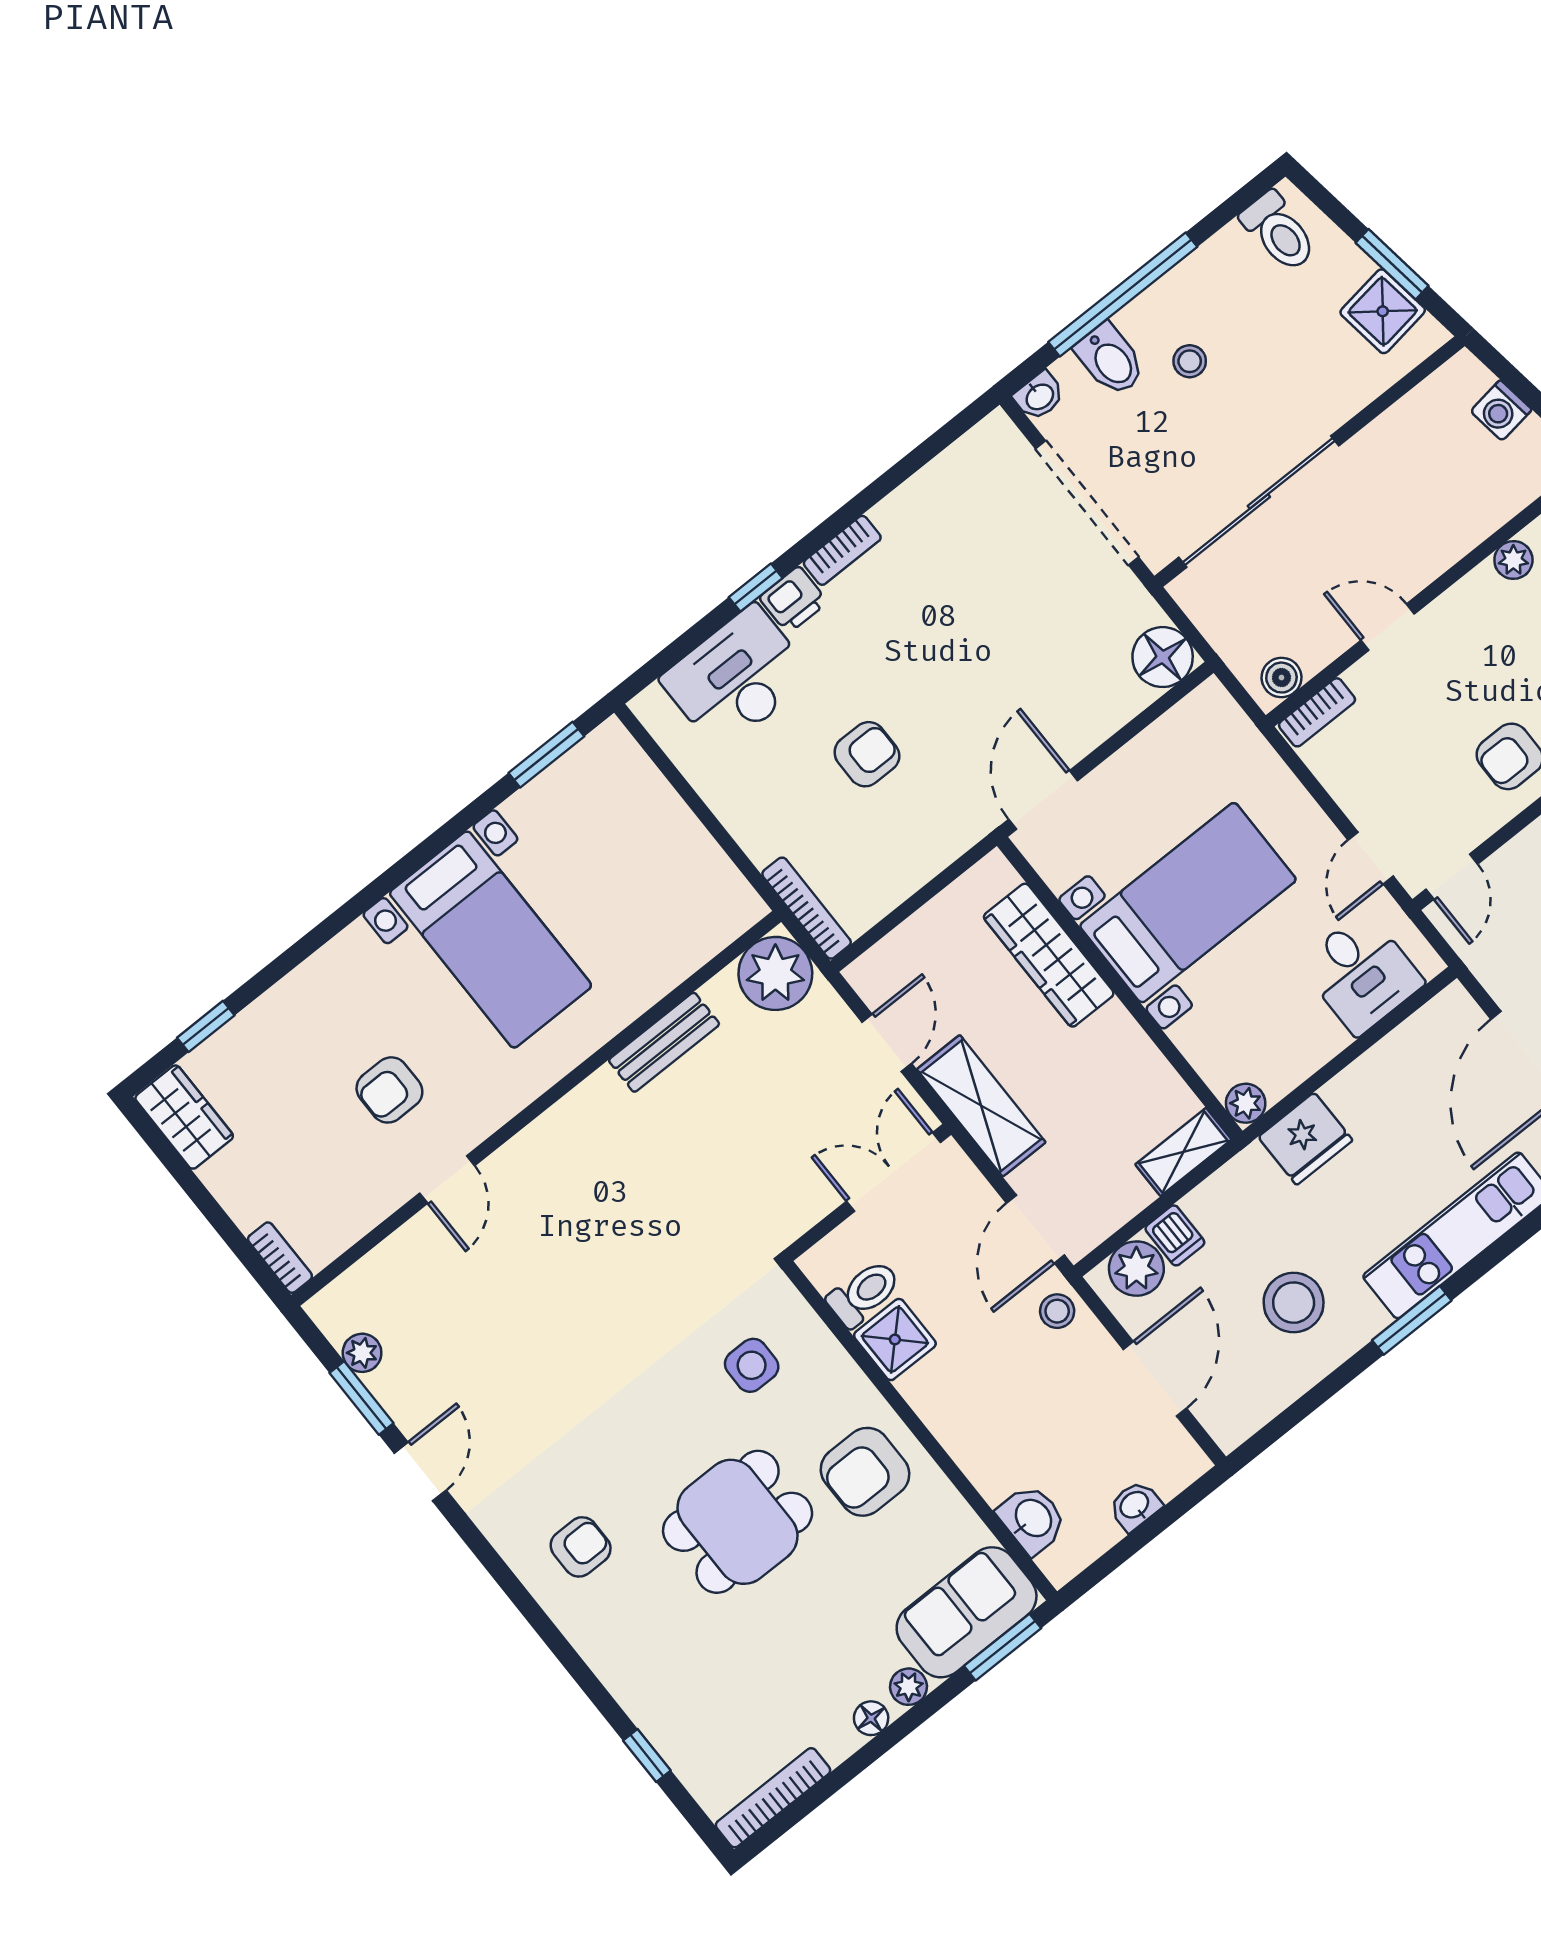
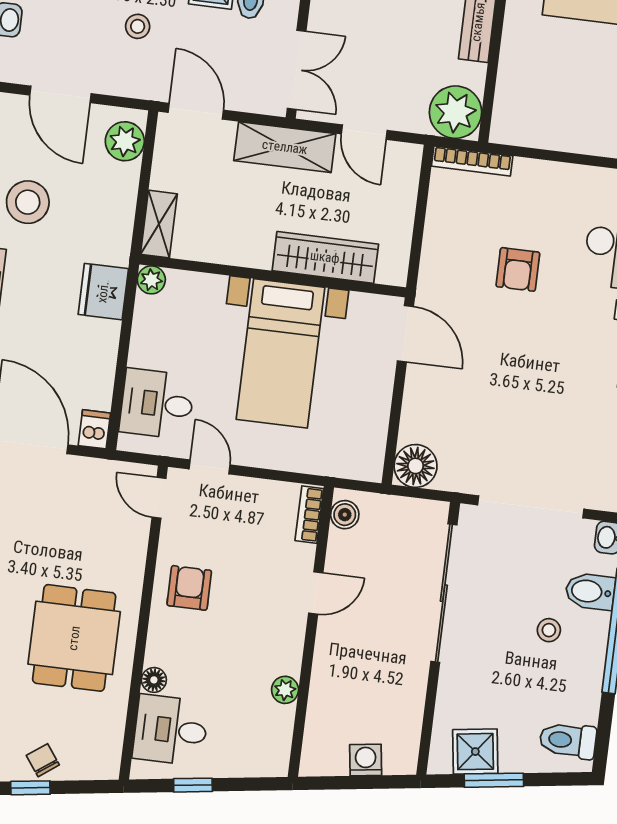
dishwasher: (1175, 1235) -> (94, 429), moved, turned 90
stool: (1057, 1311) -> (138, 26), moved

